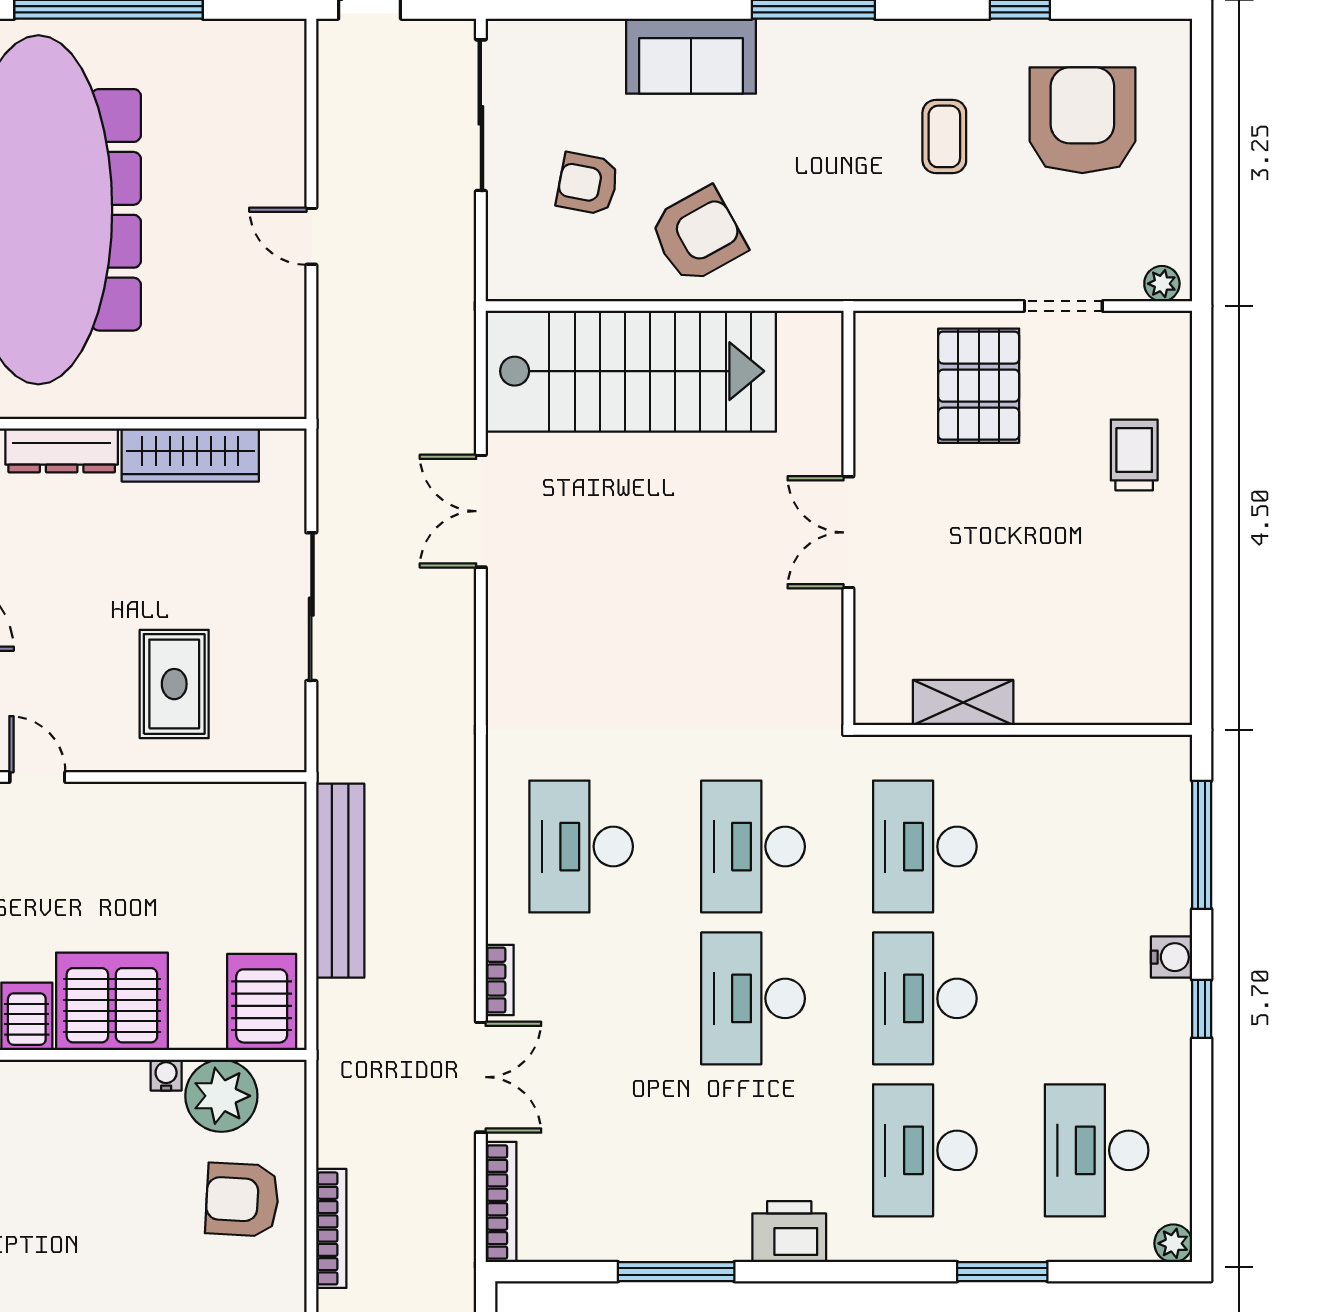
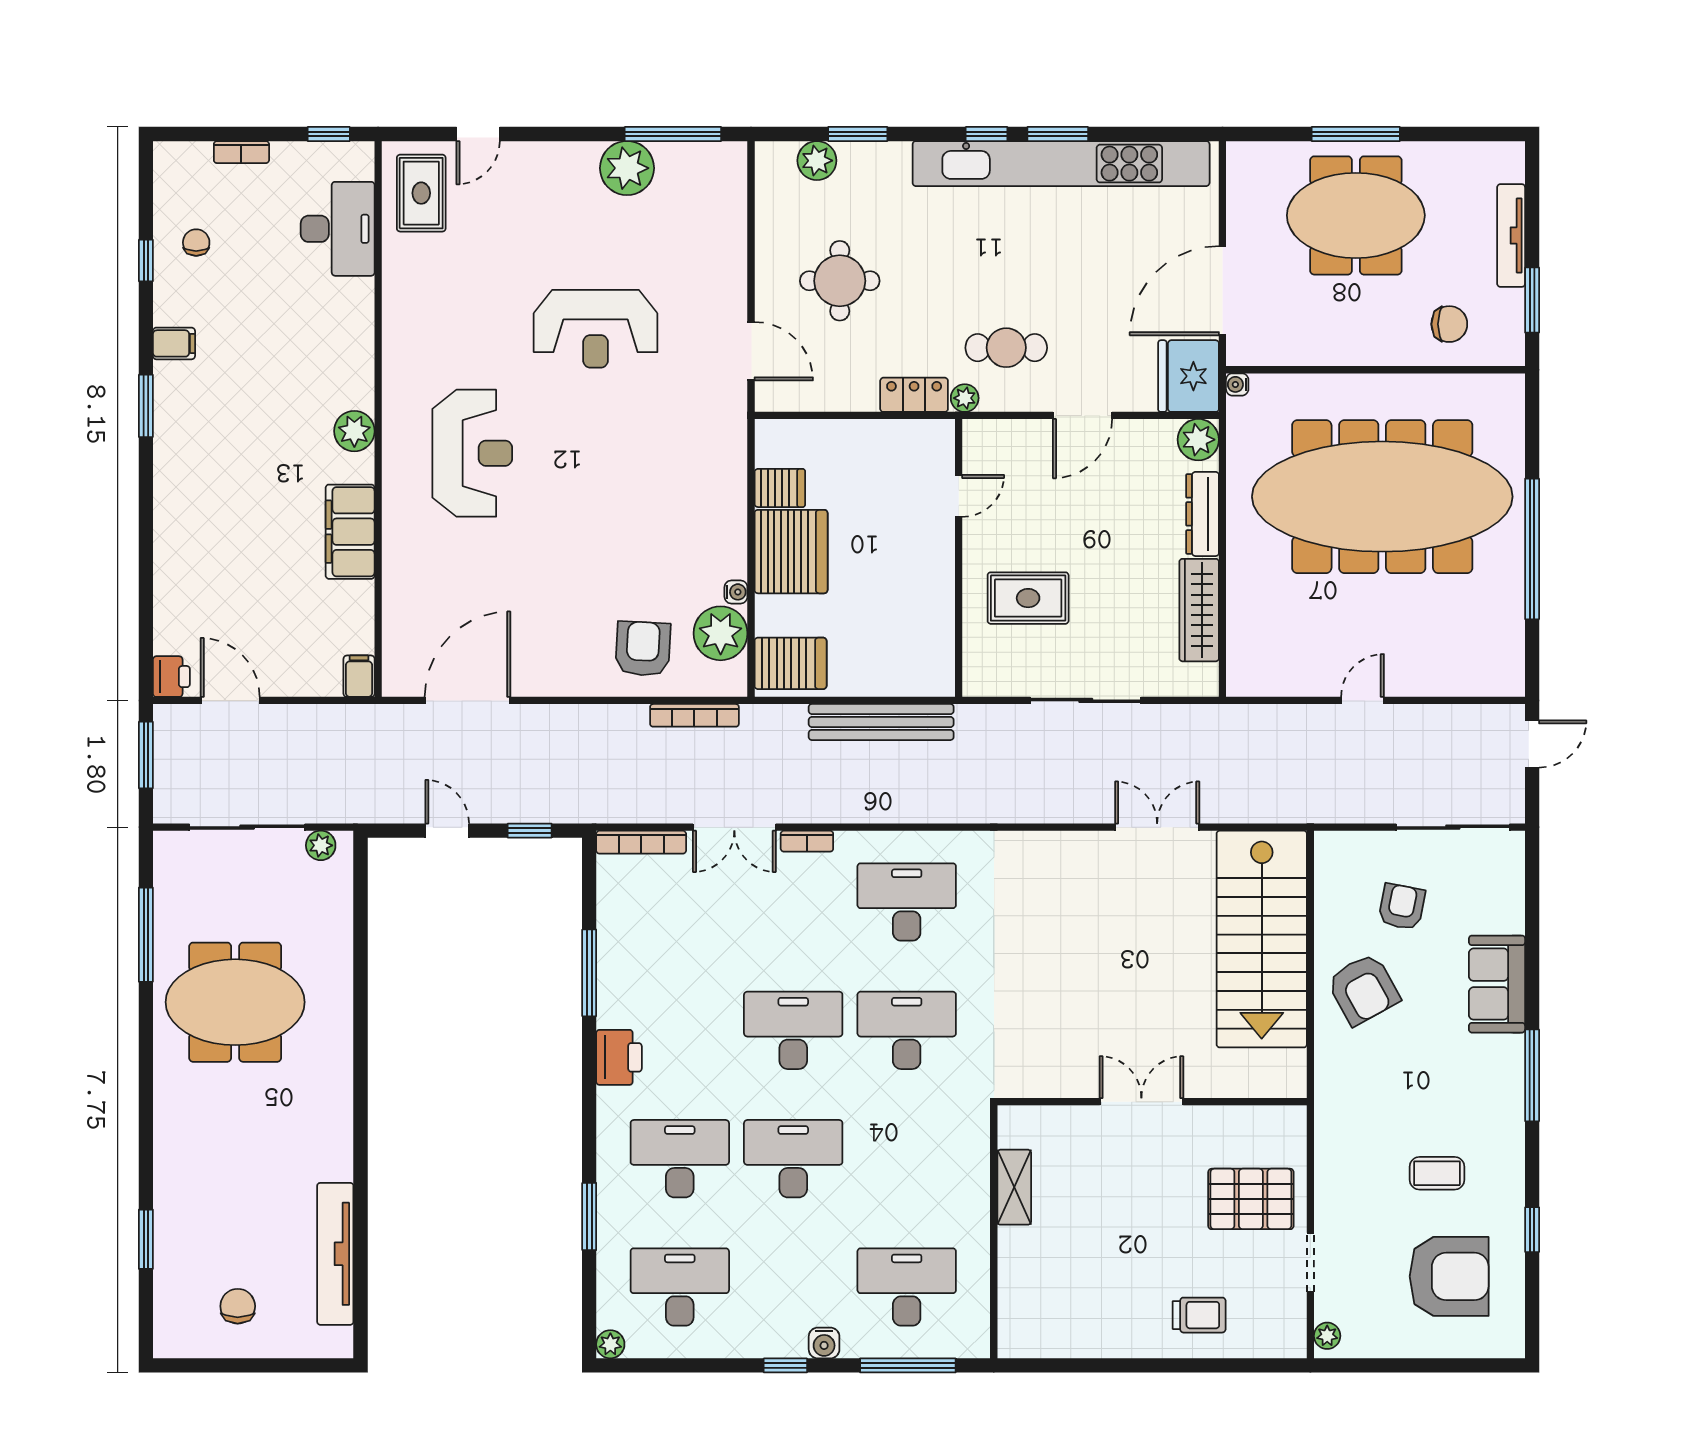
desk: (925, 847) -> (907, 1287), moved
bookcase: (331, 1228) -> (694, 715), moved

